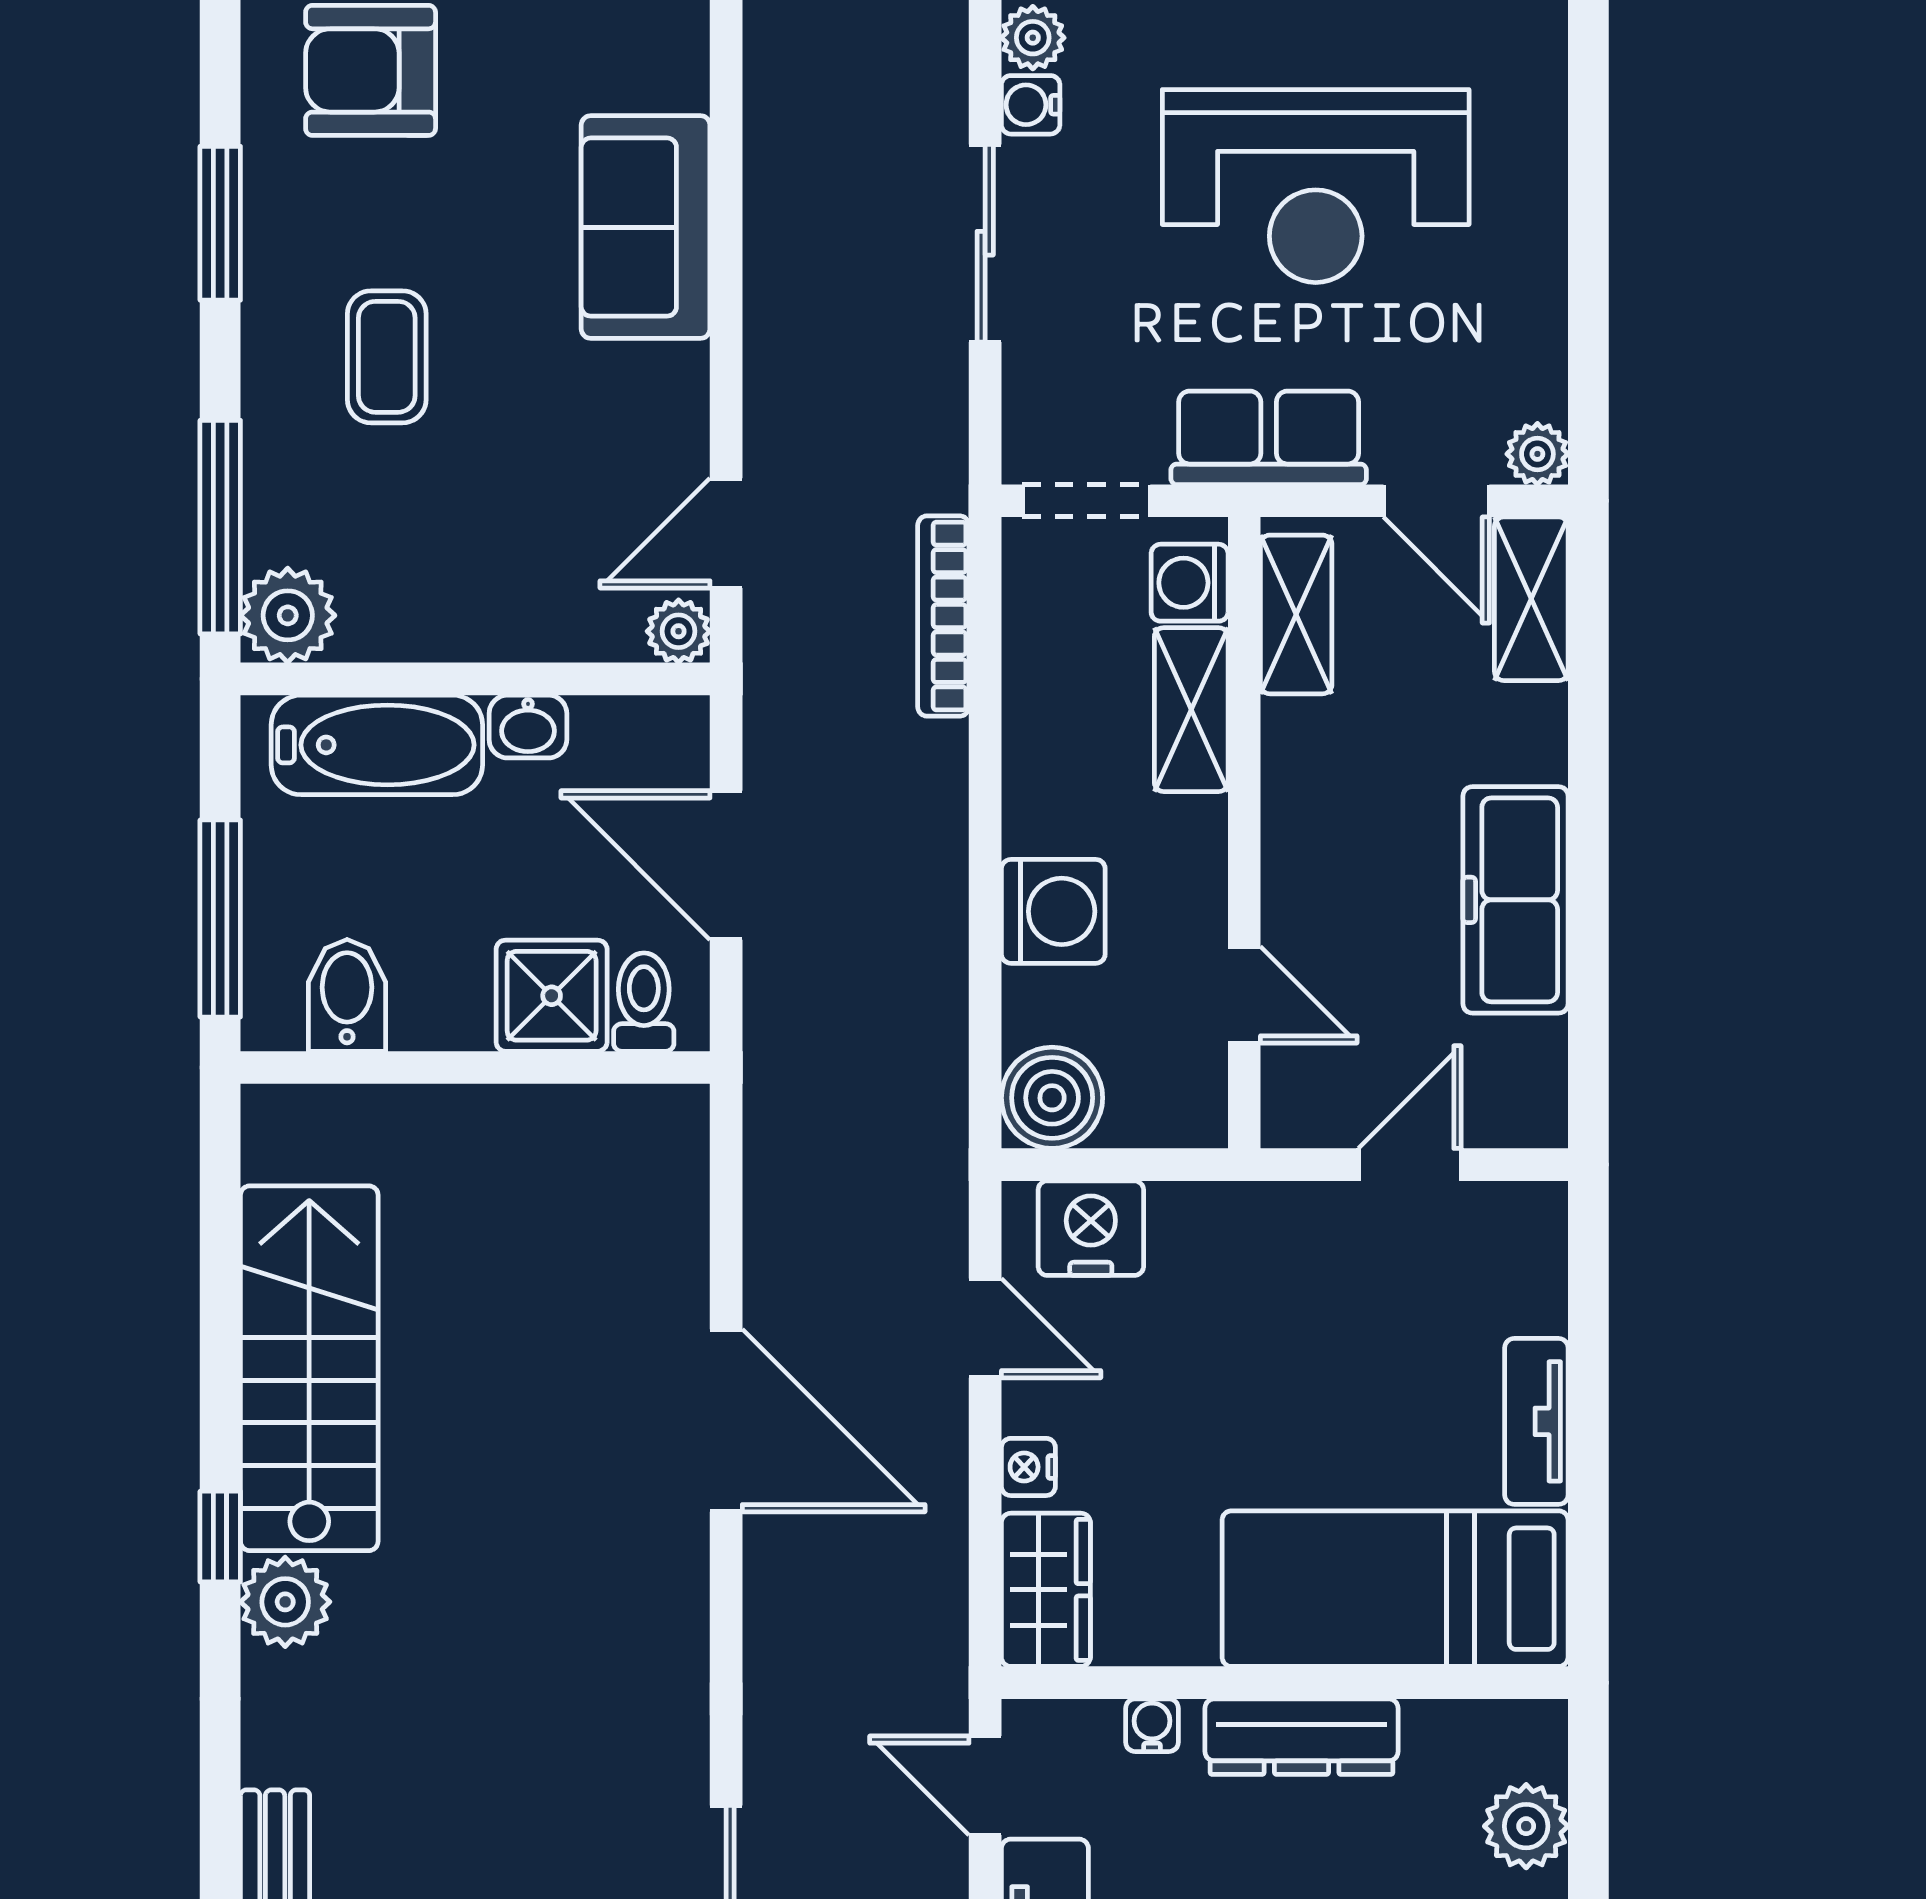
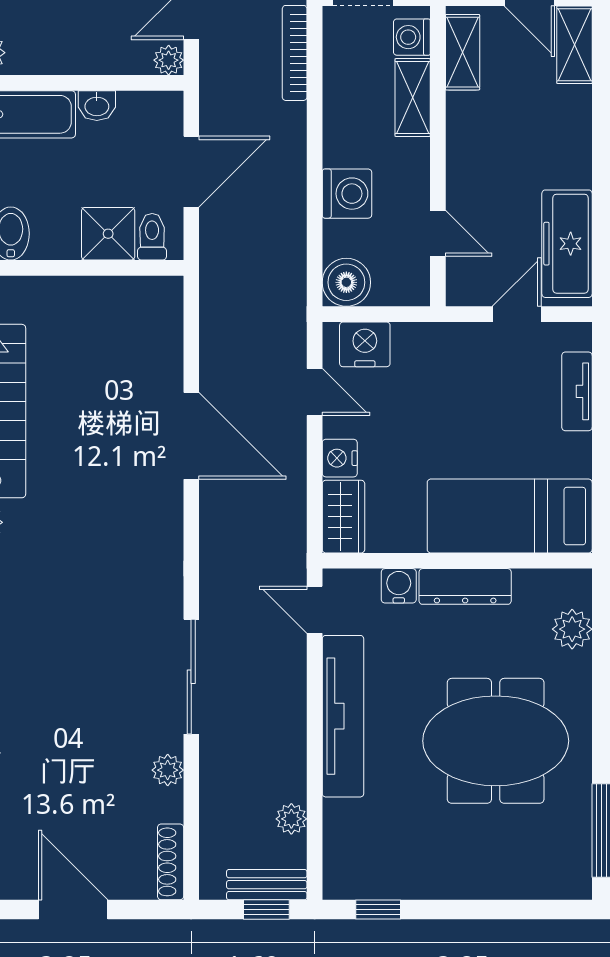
door: (726, 865) -> (191, 172), swing flipped
freezer: (1515, 900) -> (567, 244), moved
tv unit: (1536, 1421) -> (577, 391), moved
nightstand: (1028, 1467) -> (340, 458), width x1.39, depth x1.35
water cooler: (1152, 1725) -> (399, 586), width x1.38, depth x1.38

